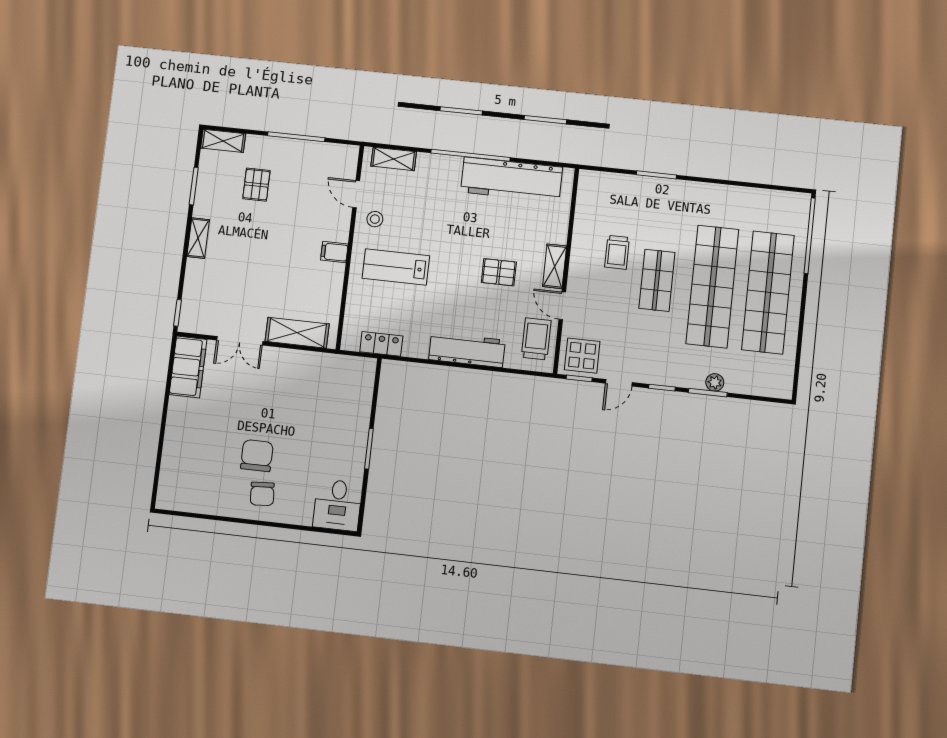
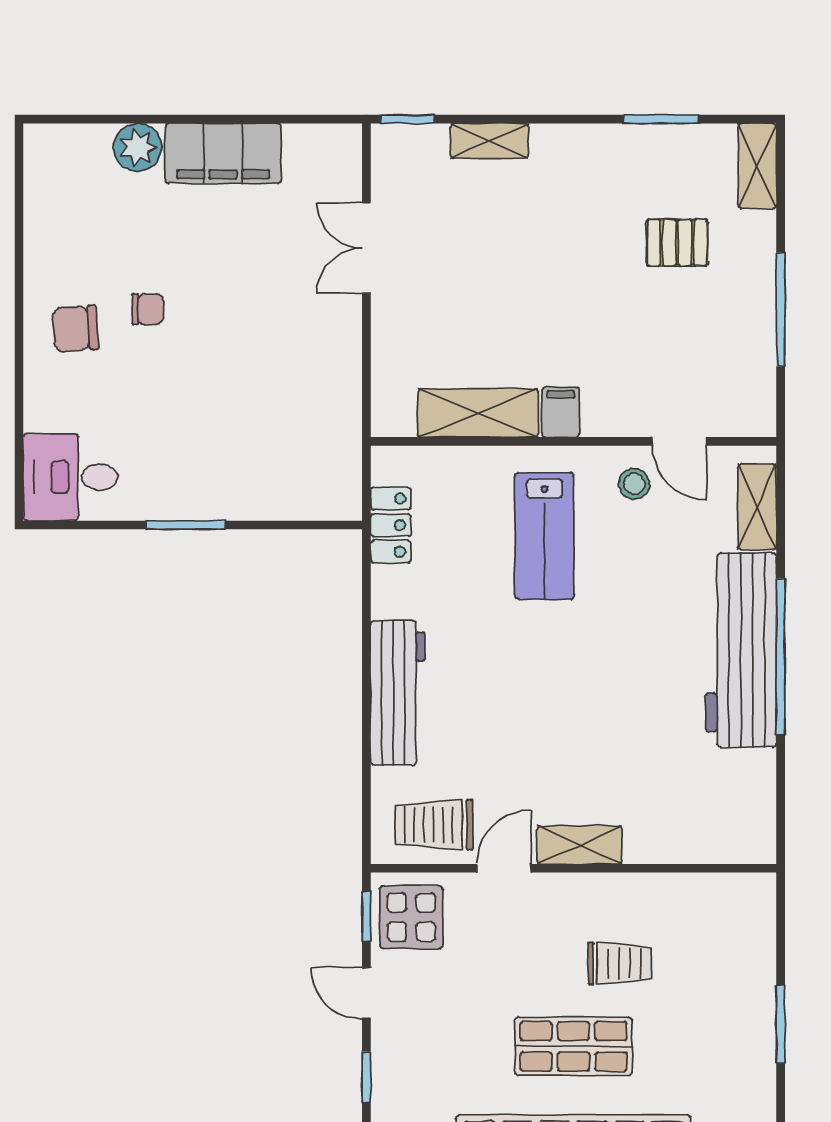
workbench: (512, 180) -> (741, 650), moved
door: (356, 194) -> (680, 441), swing flipped
shelving: (198, 238) -> (490, 141), moved
trolley: (617, 252) -> (620, 963), turned 180
lab bench: (396, 267) -> (544, 536), turned 180
pallet: (499, 272) -> (556, 738), removed
shelving: (297, 333) -> (478, 413), moved, turned 90
trolley: (536, 339) -> (434, 825), turned 180
filing cabinet: (188, 367) -> (223, 153), moved
plant: (174, 451) -> (138, 147), added
chair: (257, 456) -> (148, 309), width x0.54, depth x0.54

